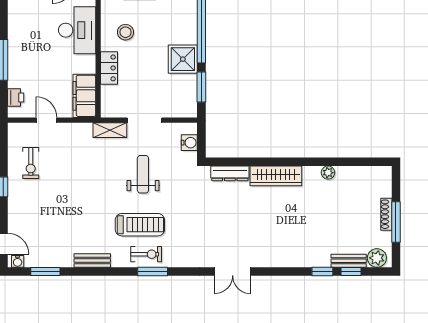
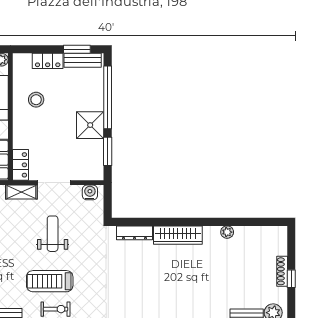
locker: (109, 68) -> (21, 165), moved
water cooler: (189, 143) -> (90, 192), moved, turned -90
window: (396, 222) -> (291, 279), width x0.46
treadmill: (140, 225) -> (50, 281), turned 180

